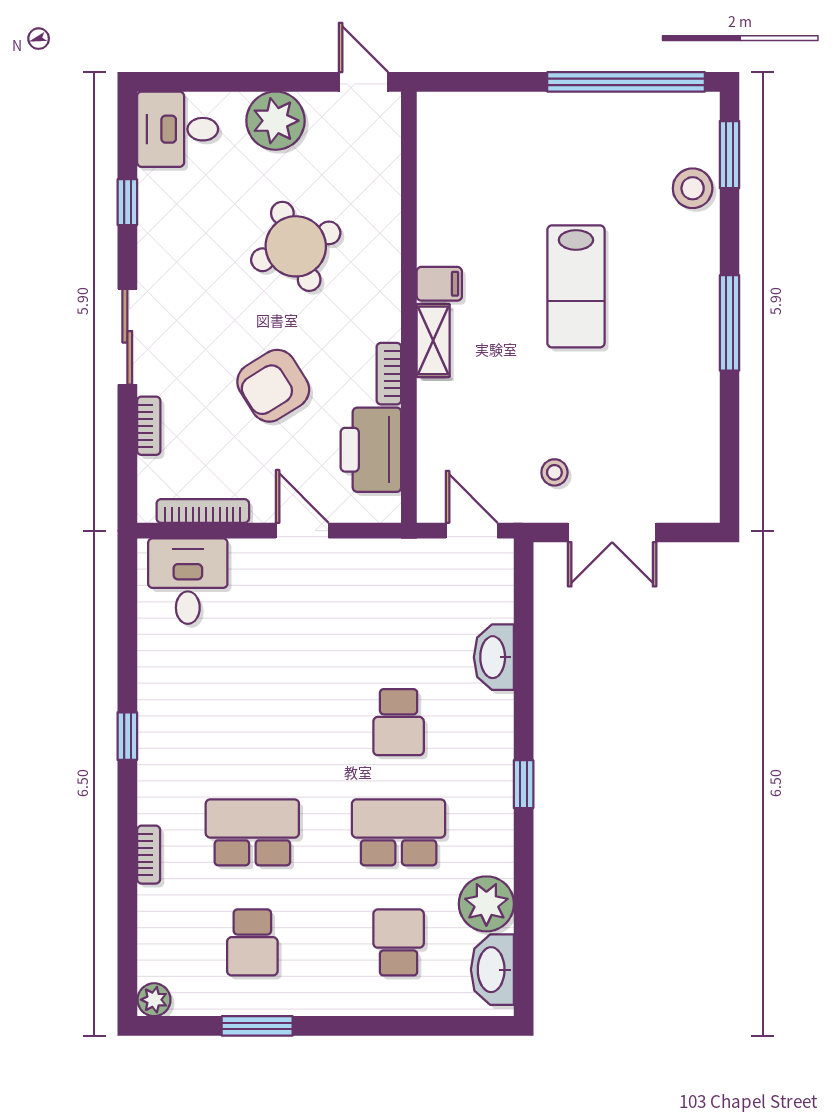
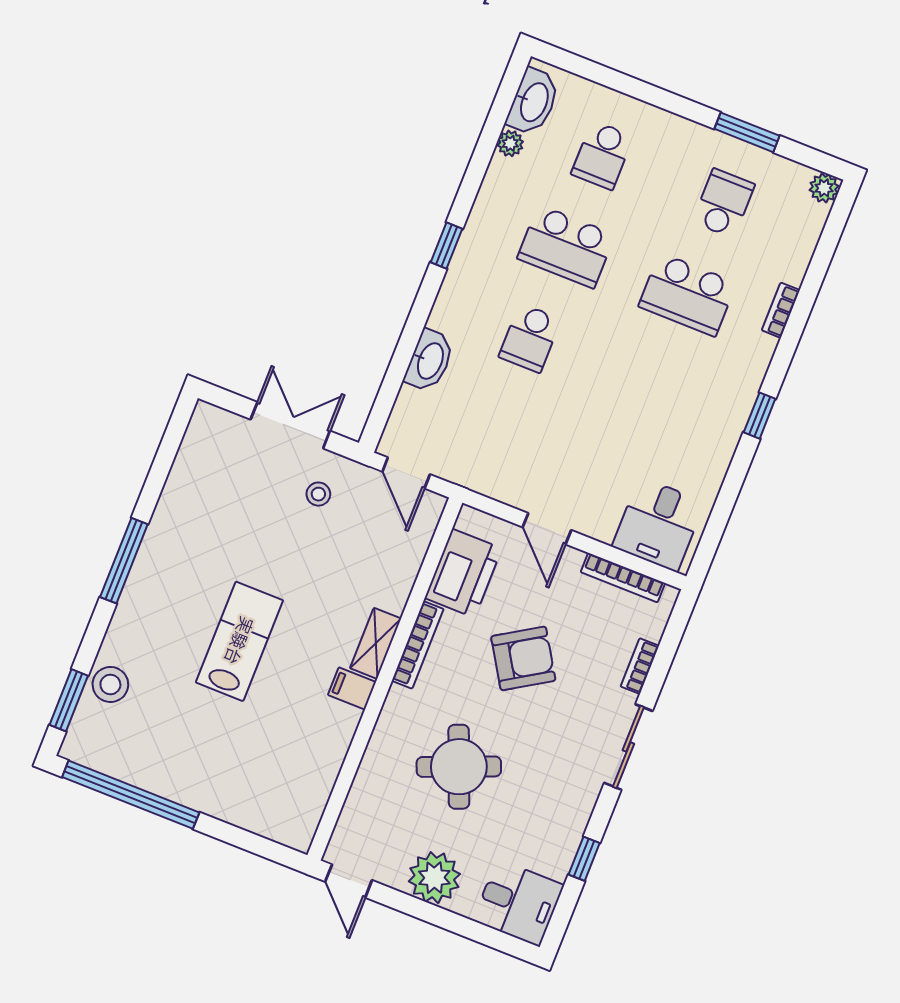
bookcase: (389, 374) -> (418, 645), width x1.56
school desk: (399, 722) -> (530, 338), turned 180
plant: (486, 904) -> (510, 143), width x0.53, depth x0.53

